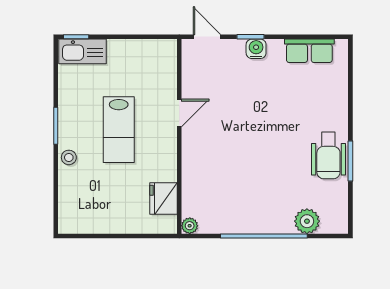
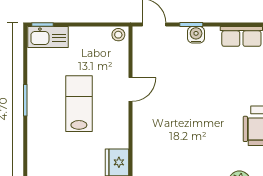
lab bench: (119, 130) -> (79, 104), turned 180
stool: (69, 157) -> (118, 35), moved

